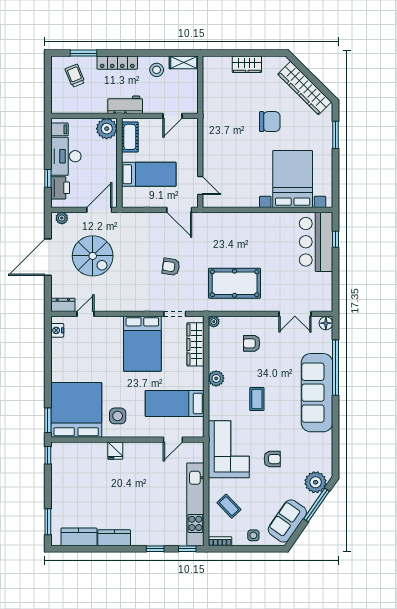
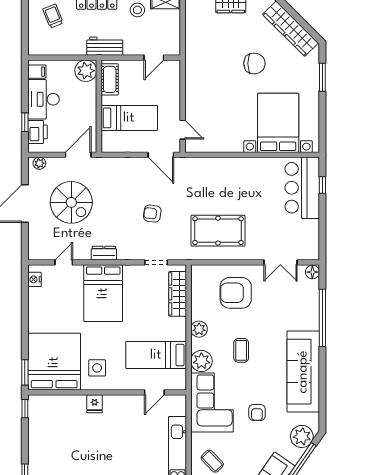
dresser: (63, 305) -> (104, 253), moved
plant: (214, 322) -> (201, 361), moved, width x1.88, depth x1.88
armchair: (252, 343) -> (236, 293), width x1.88, depth x1.88
bed: (142, 344) -> (103, 293), moved
sofa: (317, 393) -> (303, 372), moved
armchair: (272, 459) -> (257, 412), turned 90

